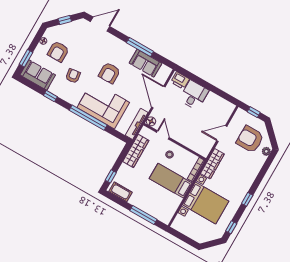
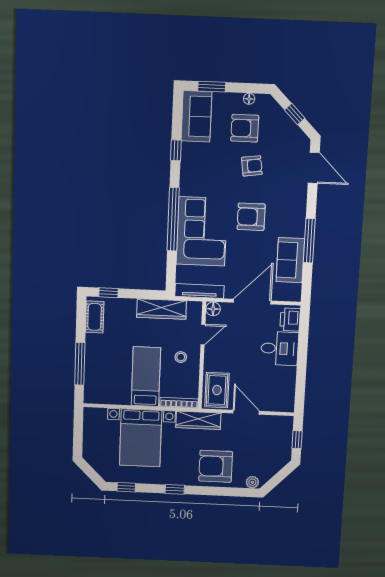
armchair: (73, 76) -> (252, 166), moved
armchair: (250, 139) -> (216, 466), moved, turned -90
rug: (200, 144) -> (217, 390), added

